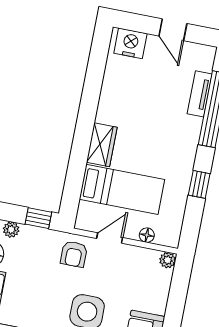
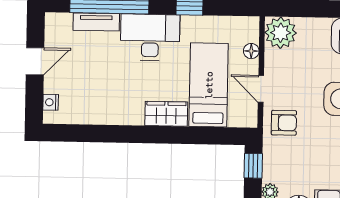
nightstand: (130, 43) -> (51, 102), width x0.53, depth x0.56
desk: (176, 142) -> (150, 37), added
plant: (168, 260) -> (281, 33), width x1.87, depth x1.87

